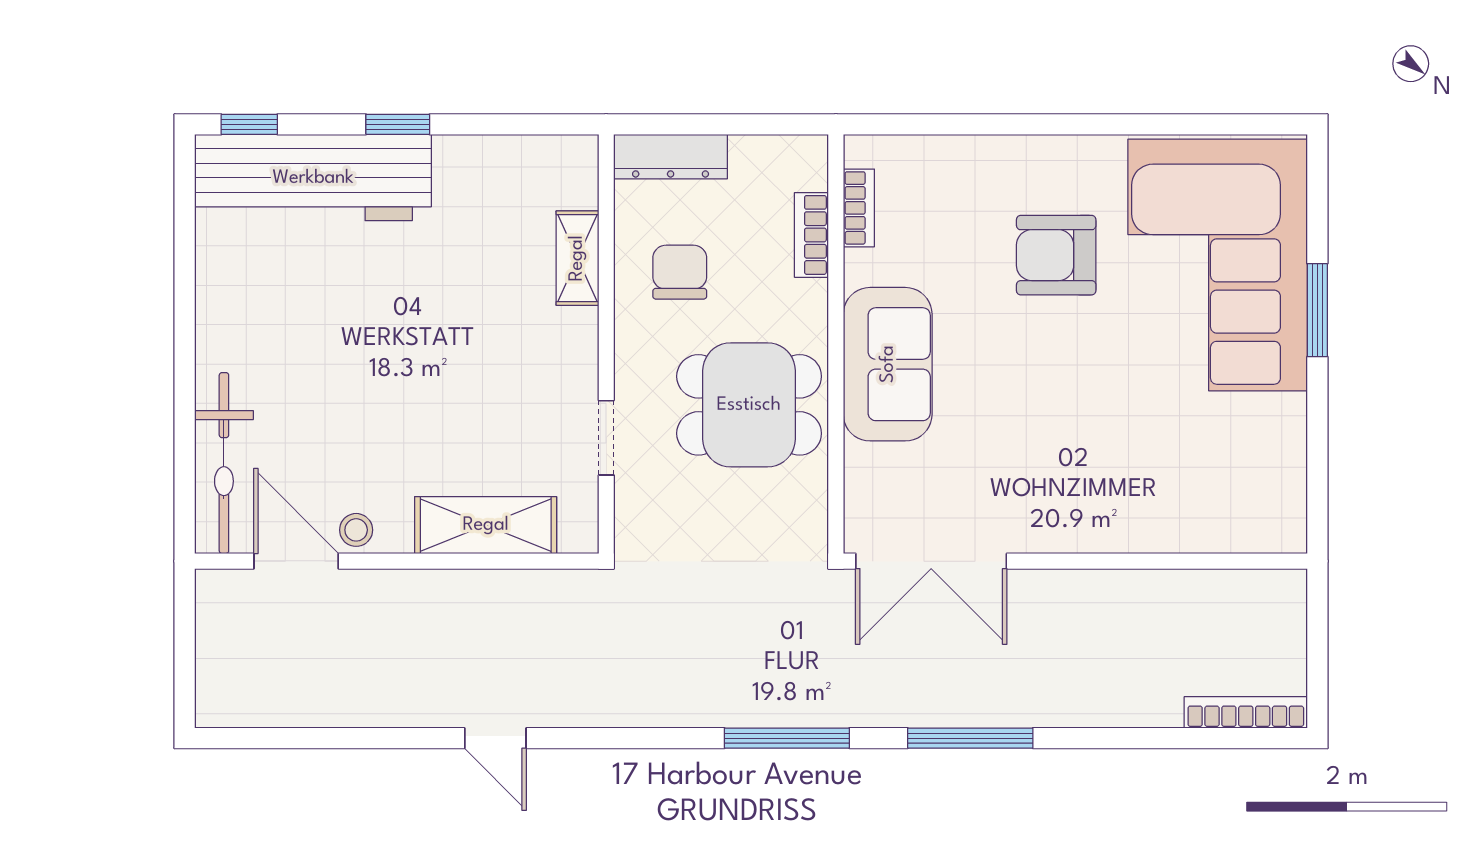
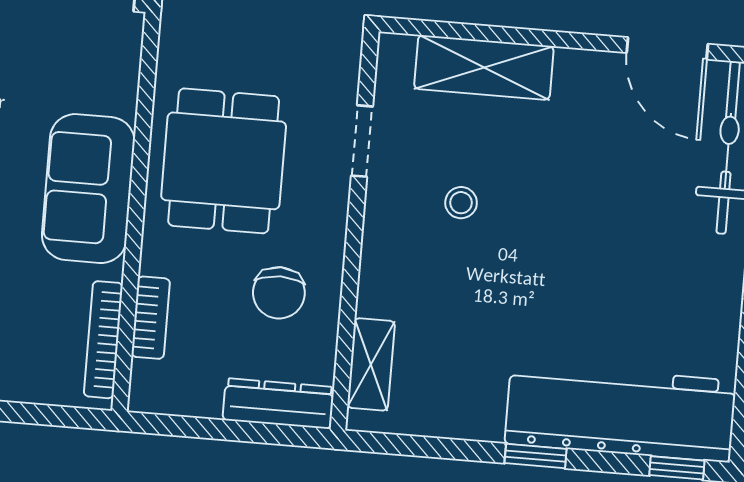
bookcase: (859, 208) -> (103, 340), width x1.56
shelving: (577, 258) -> (371, 364), moved
dining table: (749, 405) -> (224, 161), turned 90
stool: (356, 530) -> (461, 203), moved

